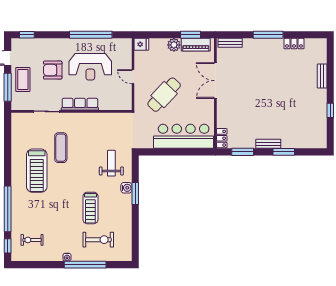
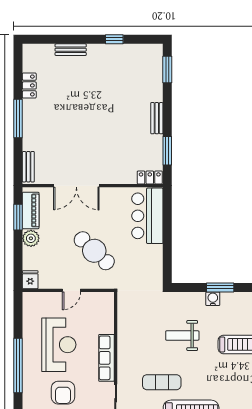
window: (91, 35) -> (18, 366), moved
bar counter: (184, 136) -> (147, 216), width x0.73
window: (284, 152) -> (167, 69), moved
weight bench: (111, 163) -> (182, 335), moved

